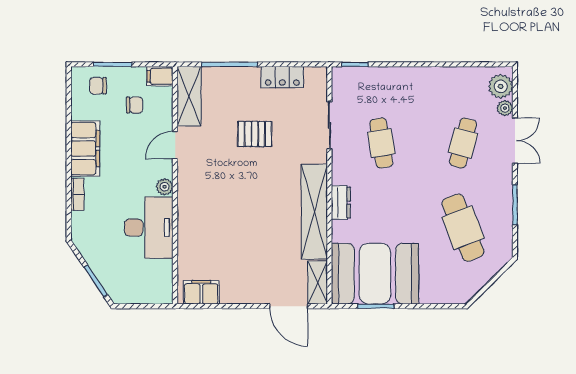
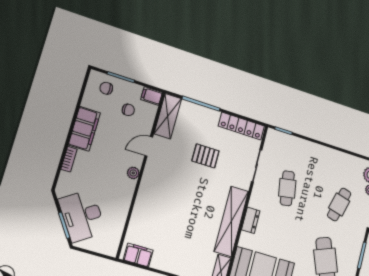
locker: (282, 77) -> (241, 126), width x1.53
desk: (149, 228) -> (82, 216), moved, turned 146

